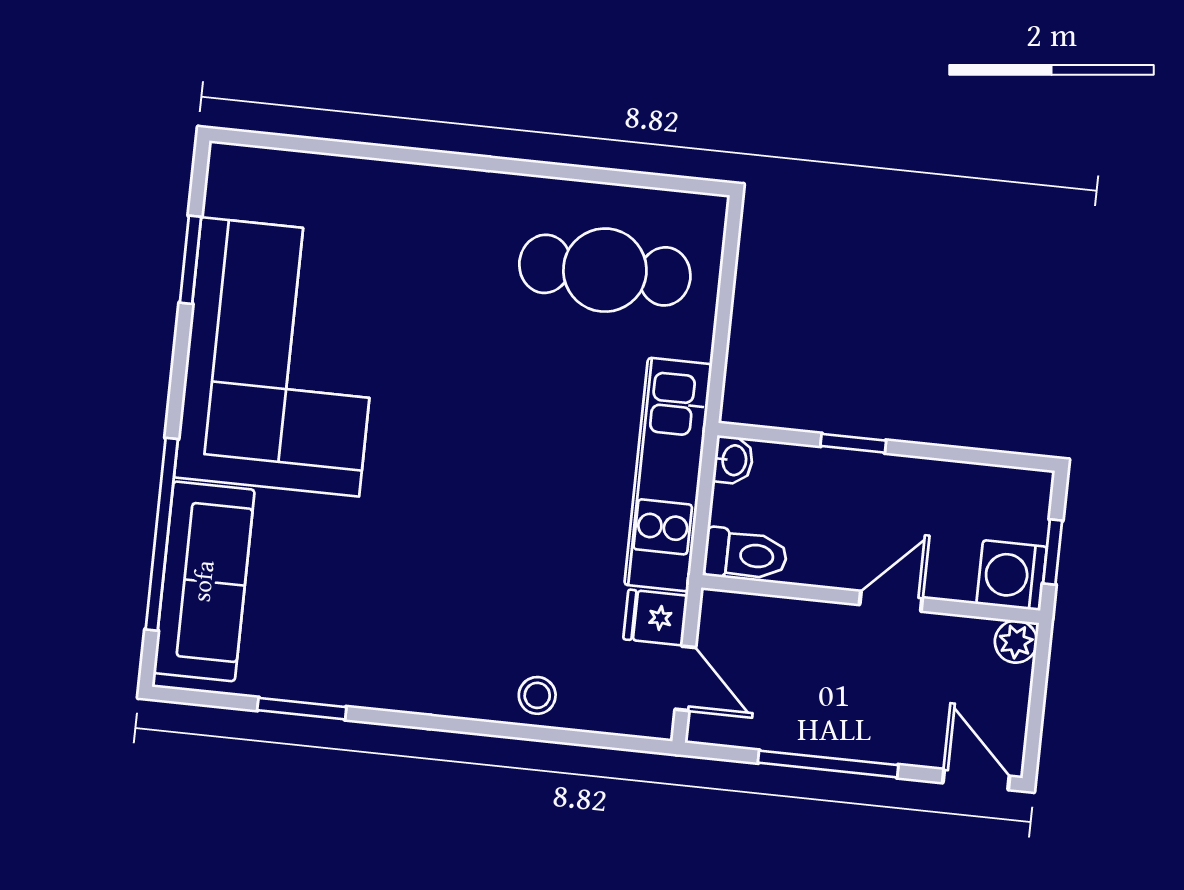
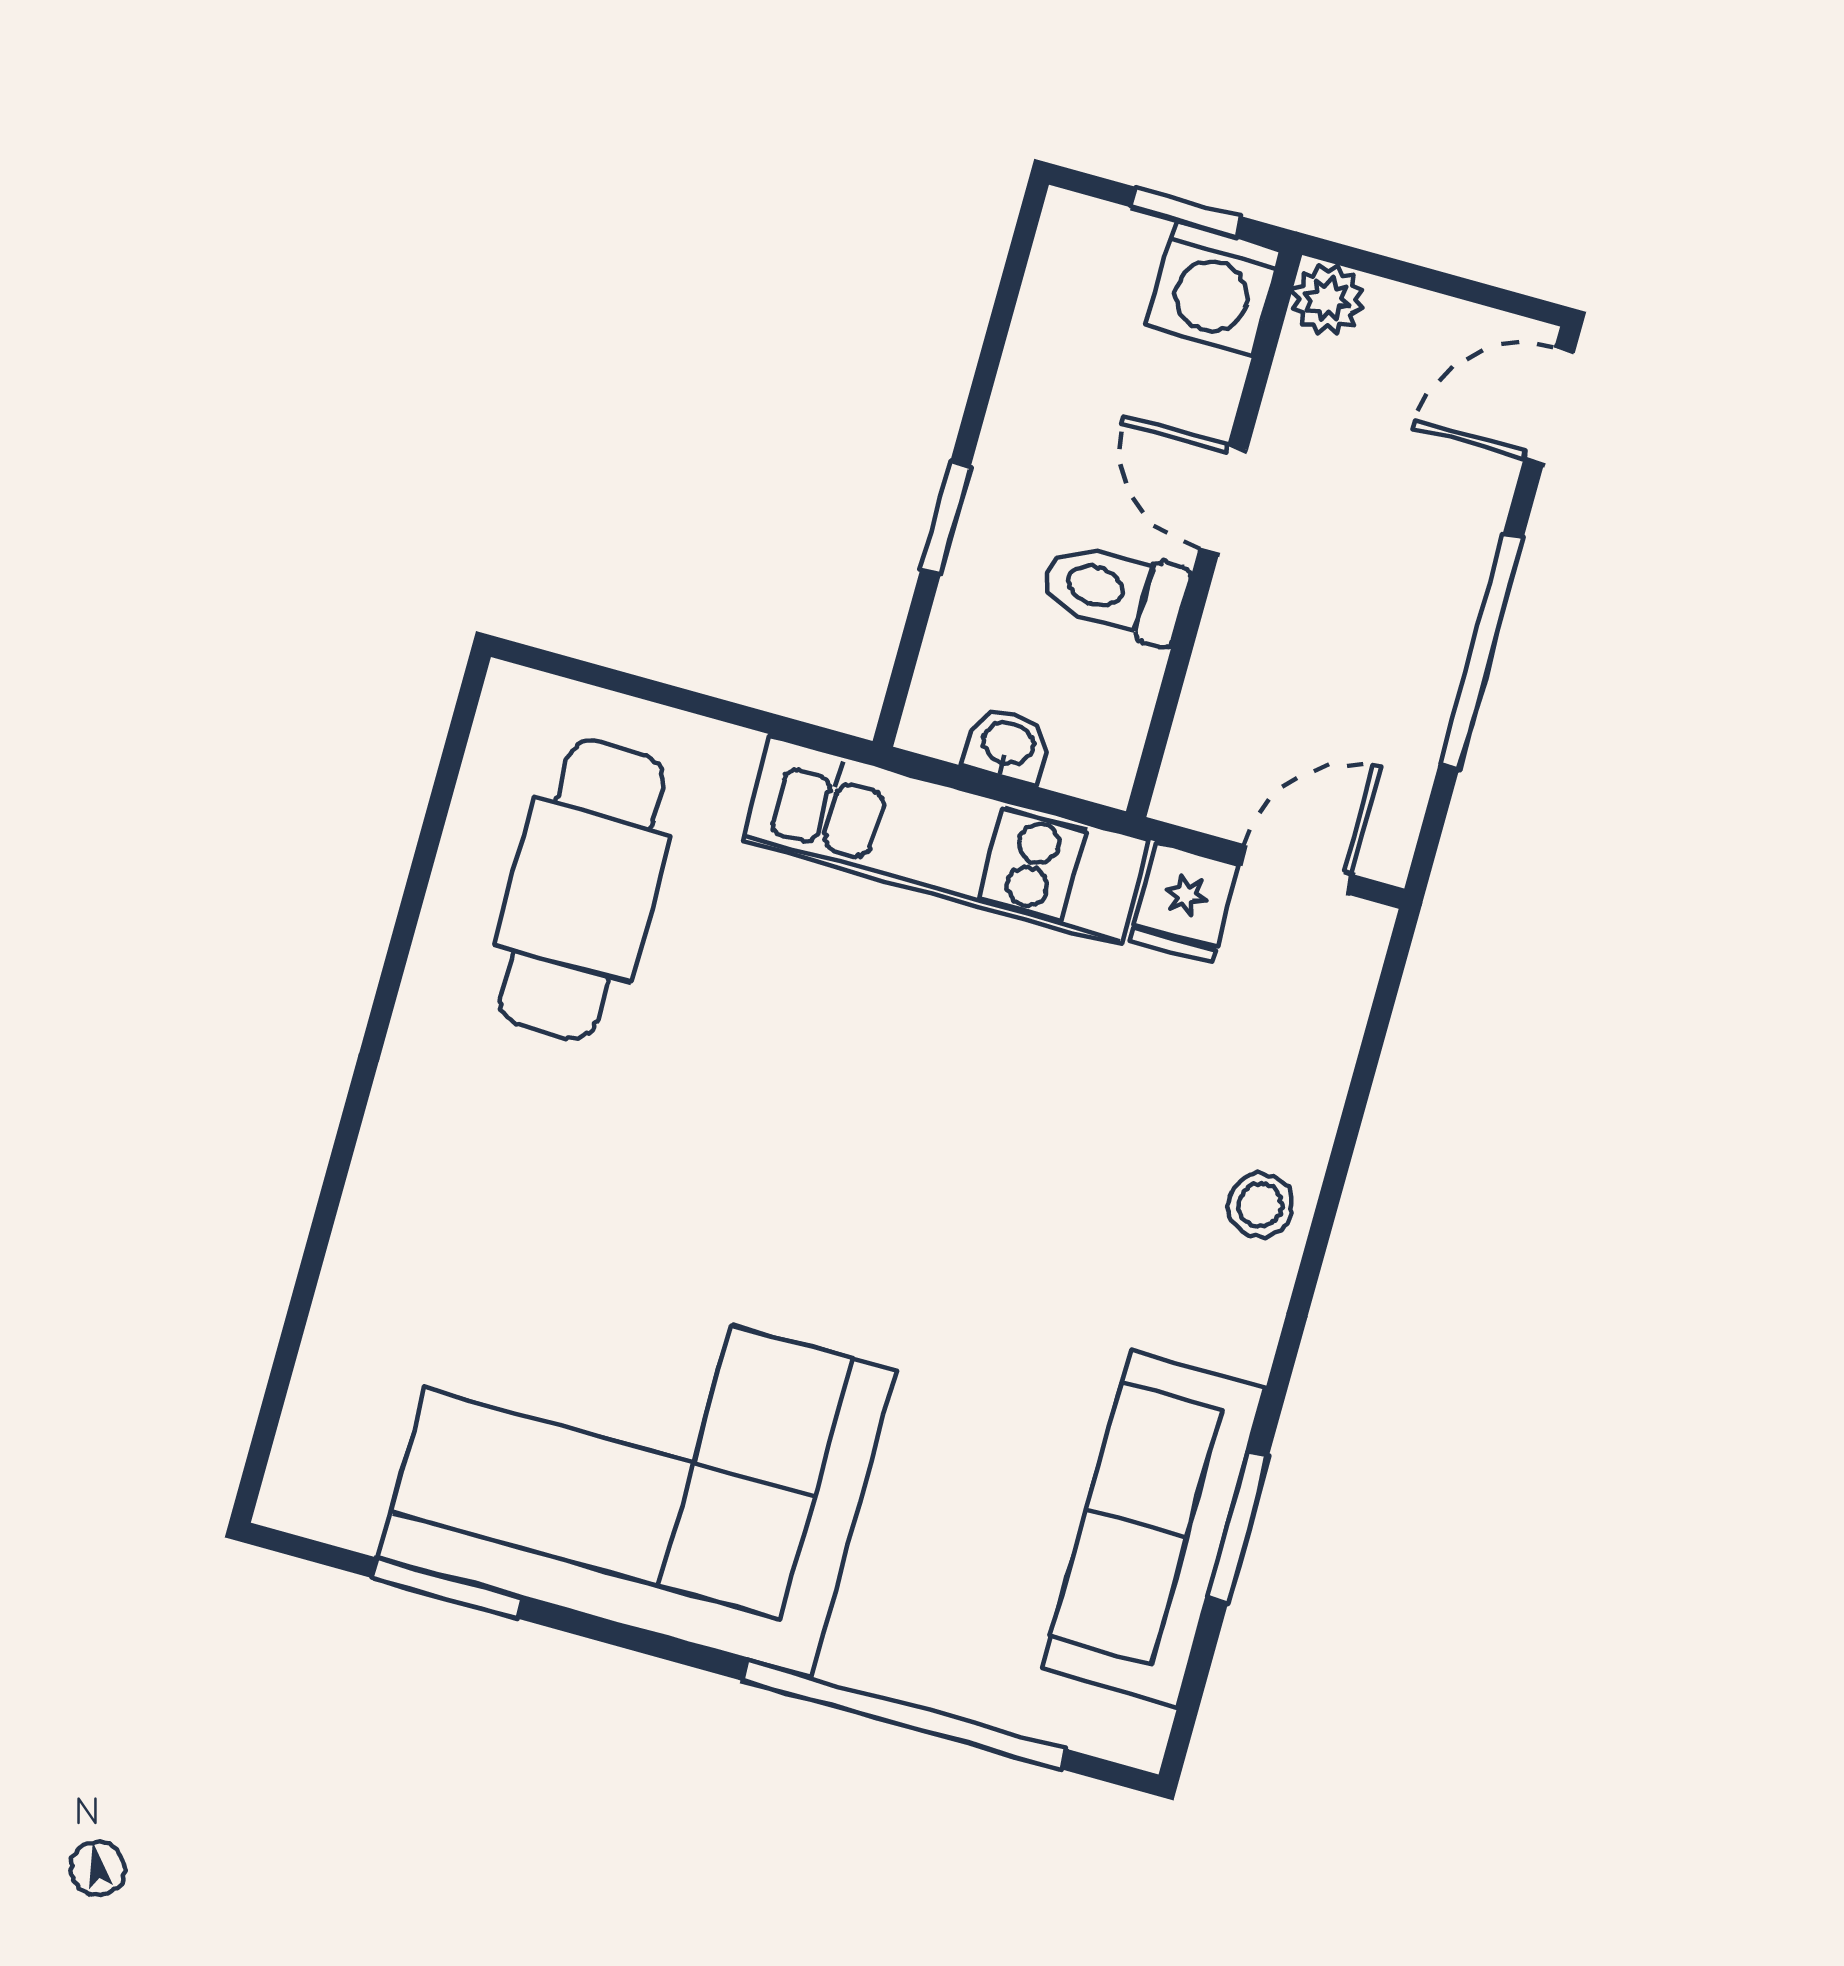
washbasin: (733, 460) -> (1008, 745), moved
toilet: (745, 555) -> (1115, 591), moved, turned -90
sofa: (204, 581) -> (1154, 1528), moved, turned -90
stool: (537, 695) -> (1260, 1205), moved

